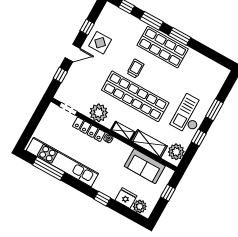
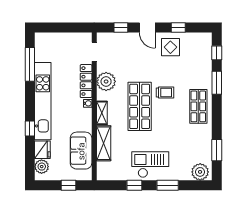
window: (180, 36) -> (217, 150), moved
shop shelf: (163, 47) -> (198, 106), width x0.70, depth x0.74
shop shelf: (135, 96) -> (140, 106), width x0.71
plant: (176, 152) -> (200, 172), moved
kitchen unit: (62, 162) -> (43, 101), moved

